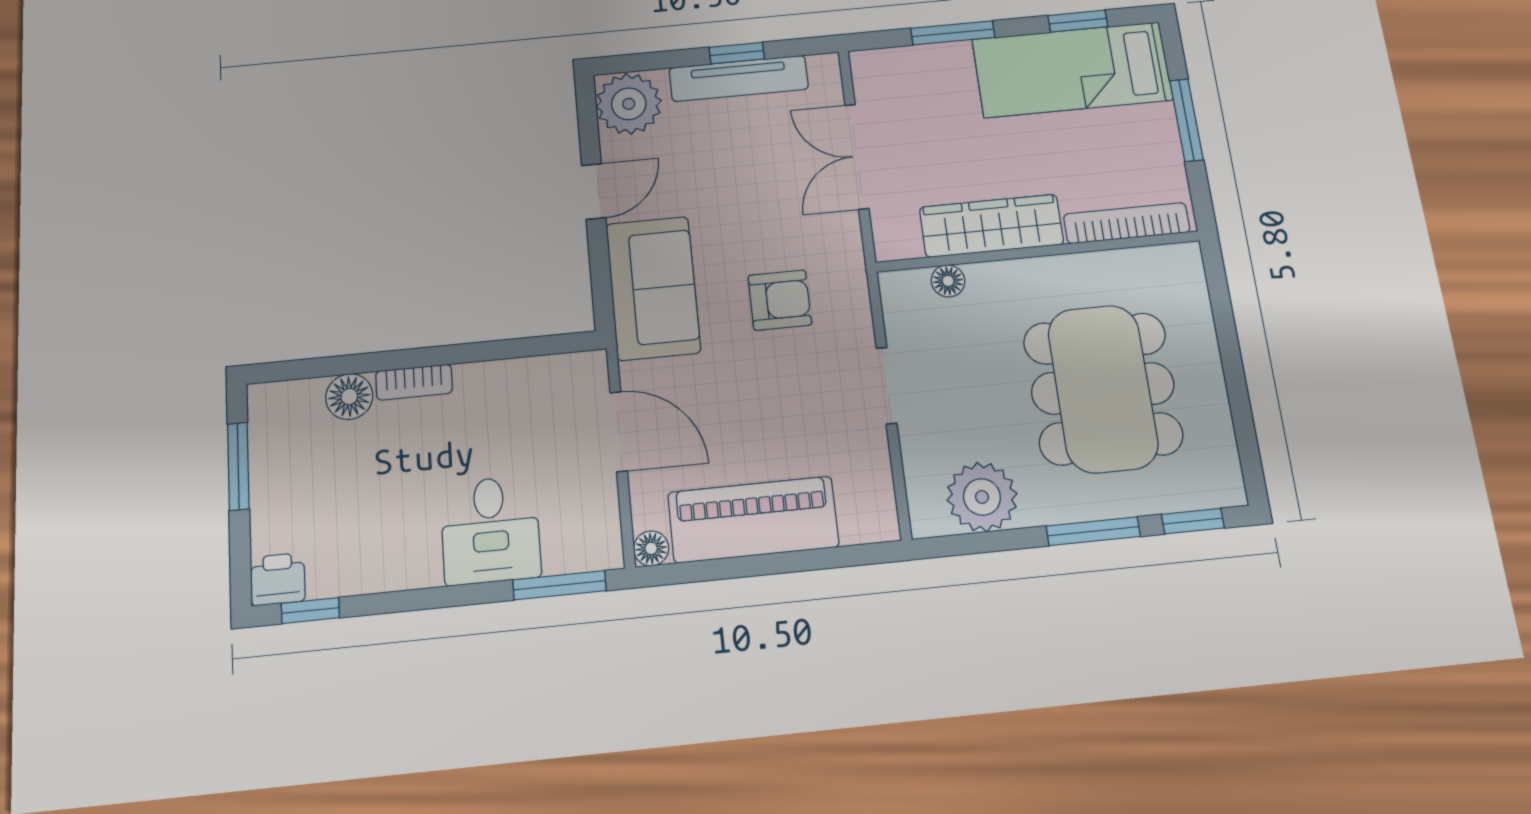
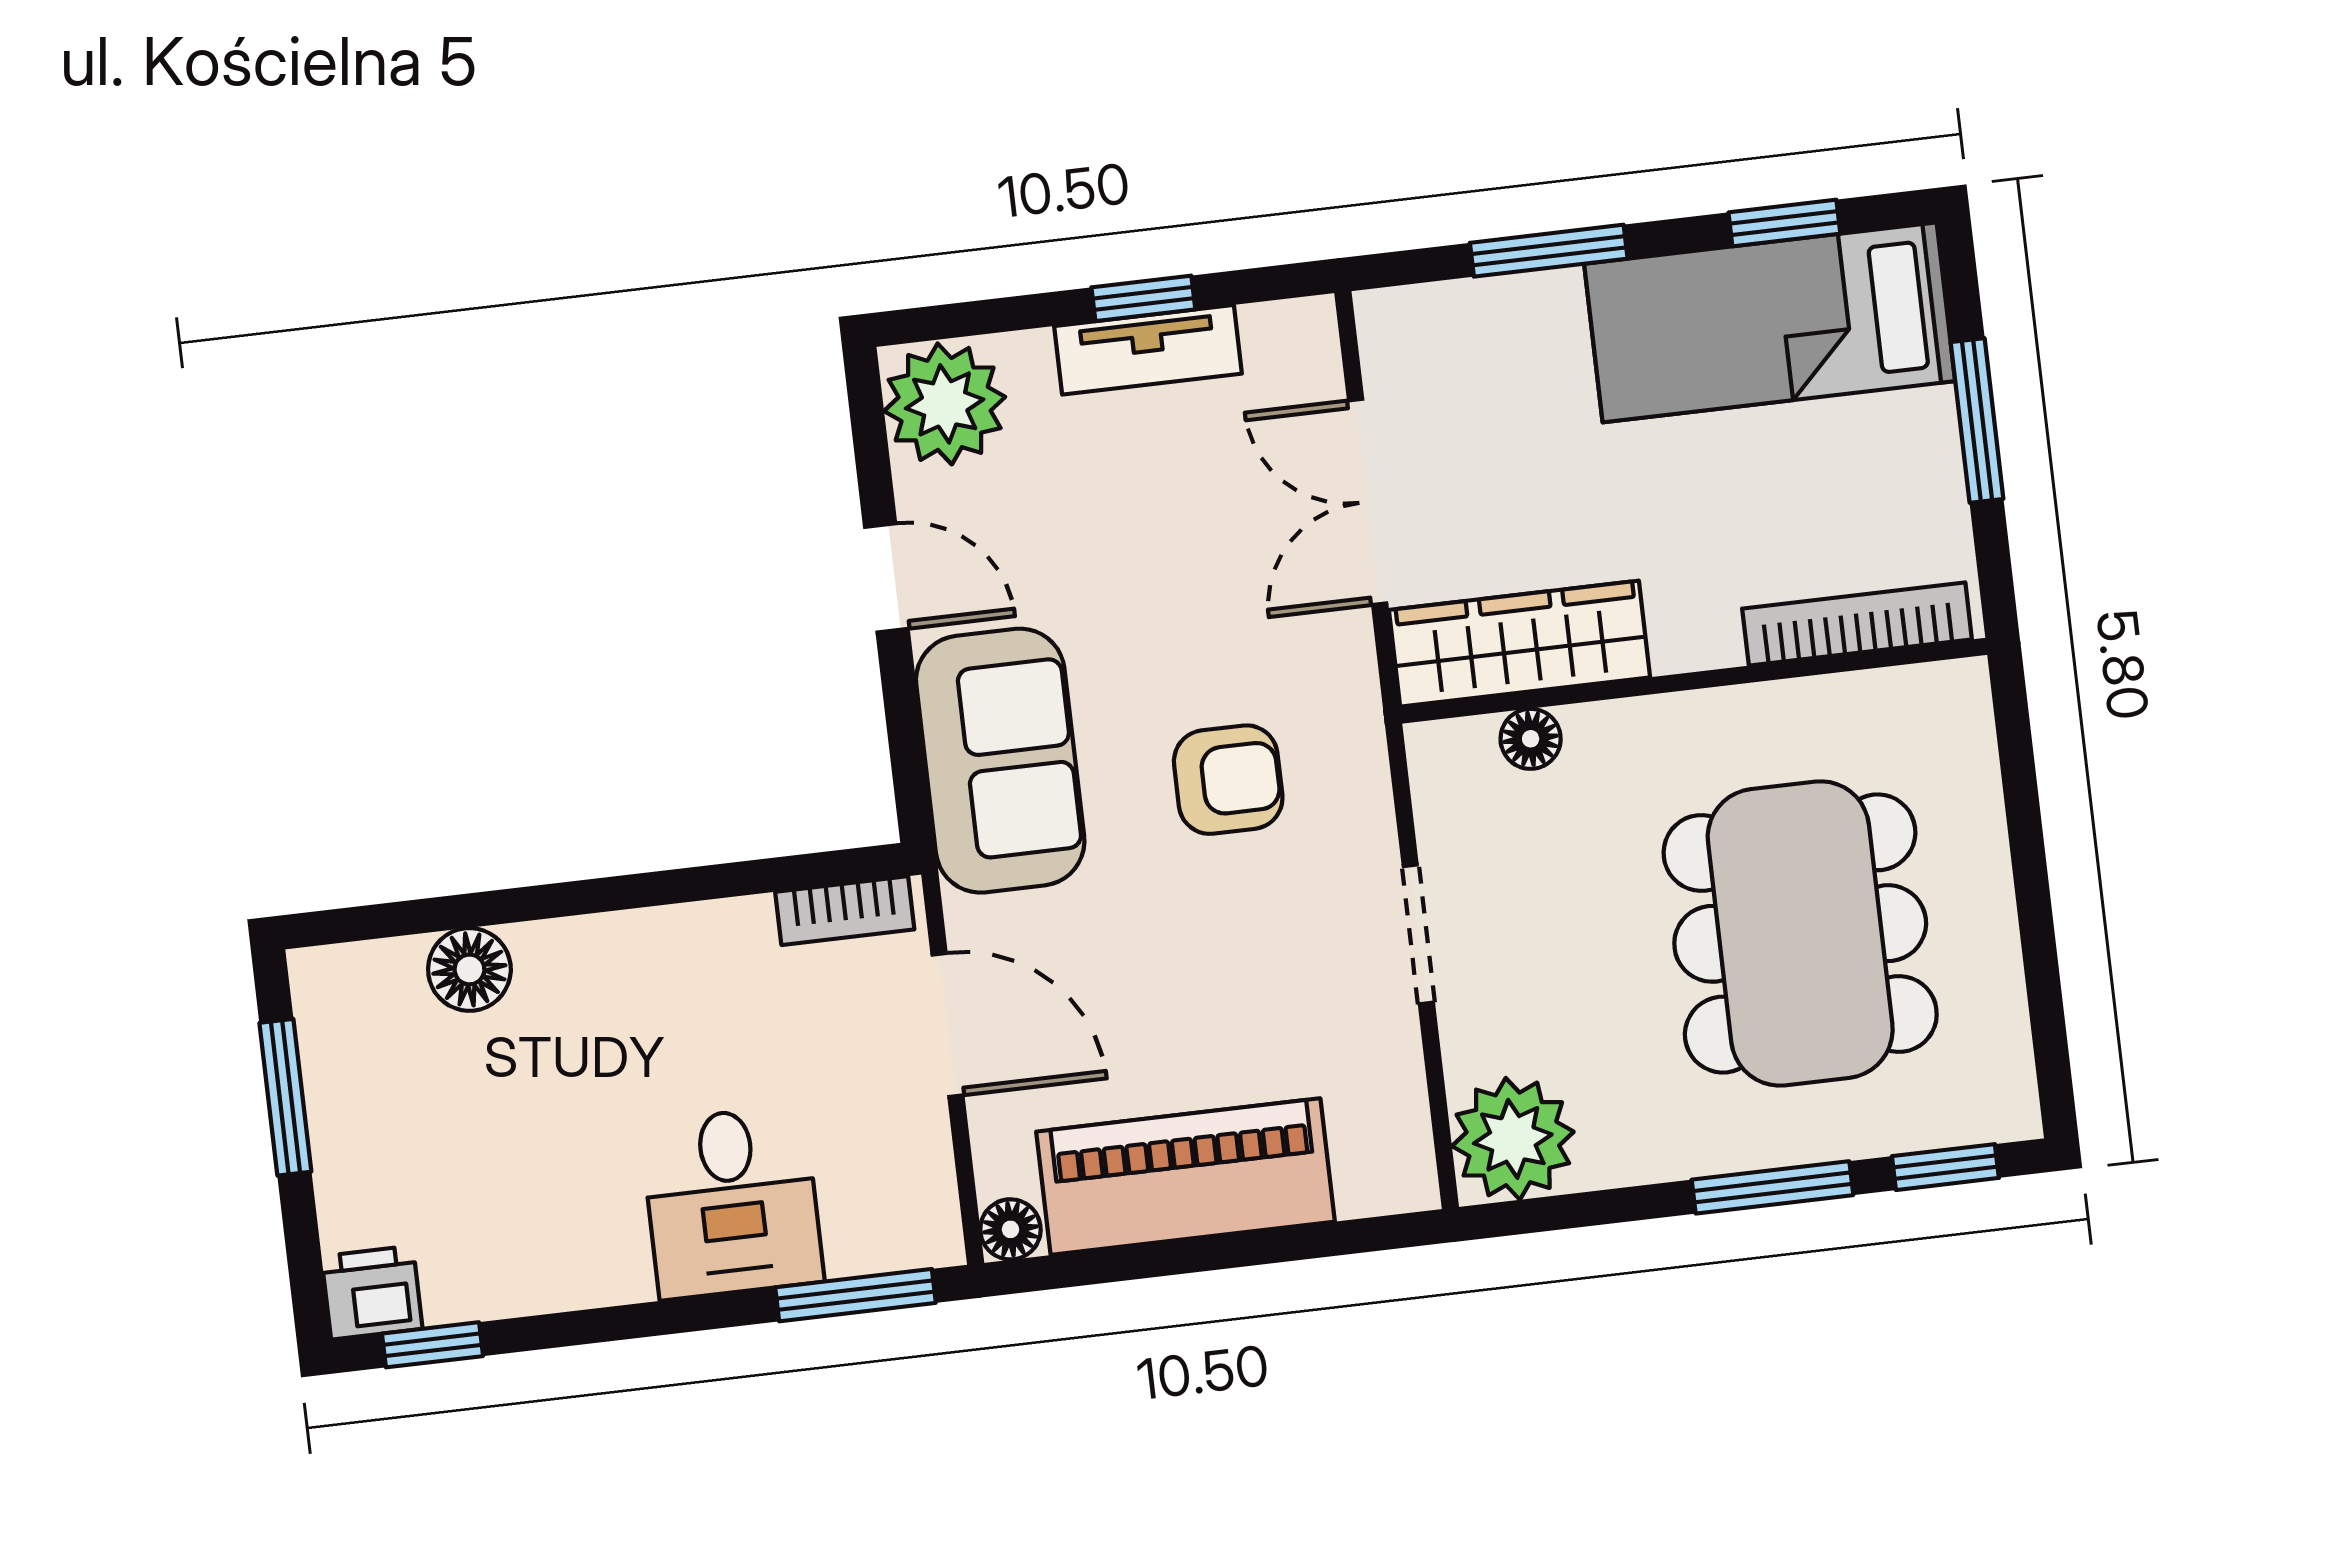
tv unit: (739, 78) -> (1148, 350), width x0.71
door: (594, 192) -> (886, 578), hinge flipped
wardrobe: (991, 226) -> (1520, 644), moved
bookcase: (414, 382) -> (845, 911), moved
plant: (982, 497) -> (1513, 1139), moved

